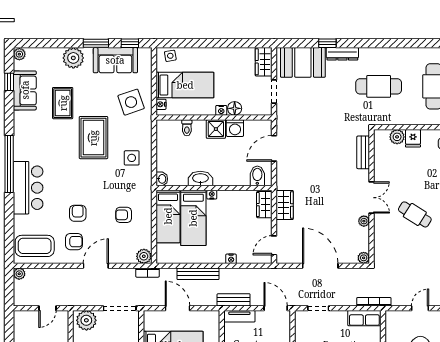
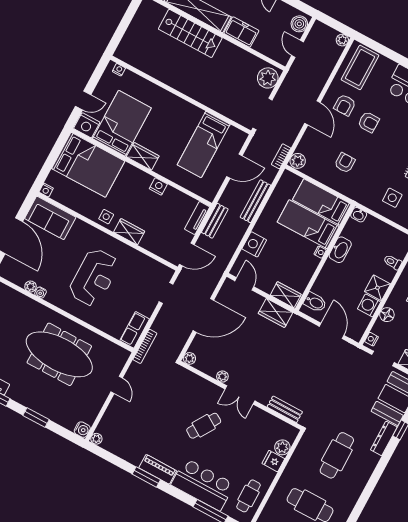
nightstand: (221, 110) -> (371, 339), moved
nightstand: (231, 259) -> (254, 244), width x1.89, depth x1.79
boiler: (25, 318) -> (299, 24), added

